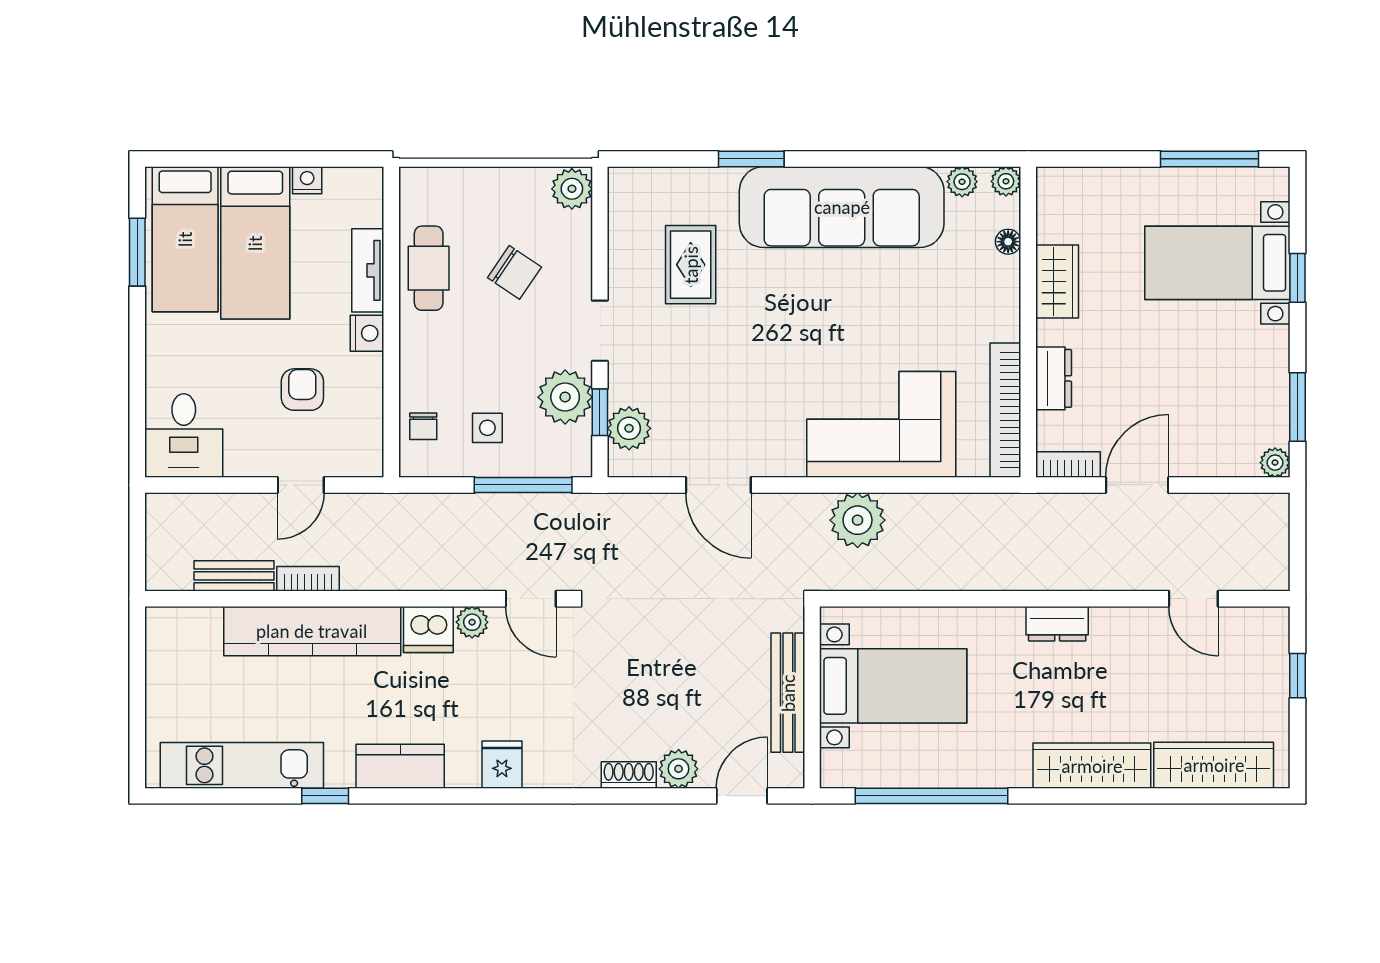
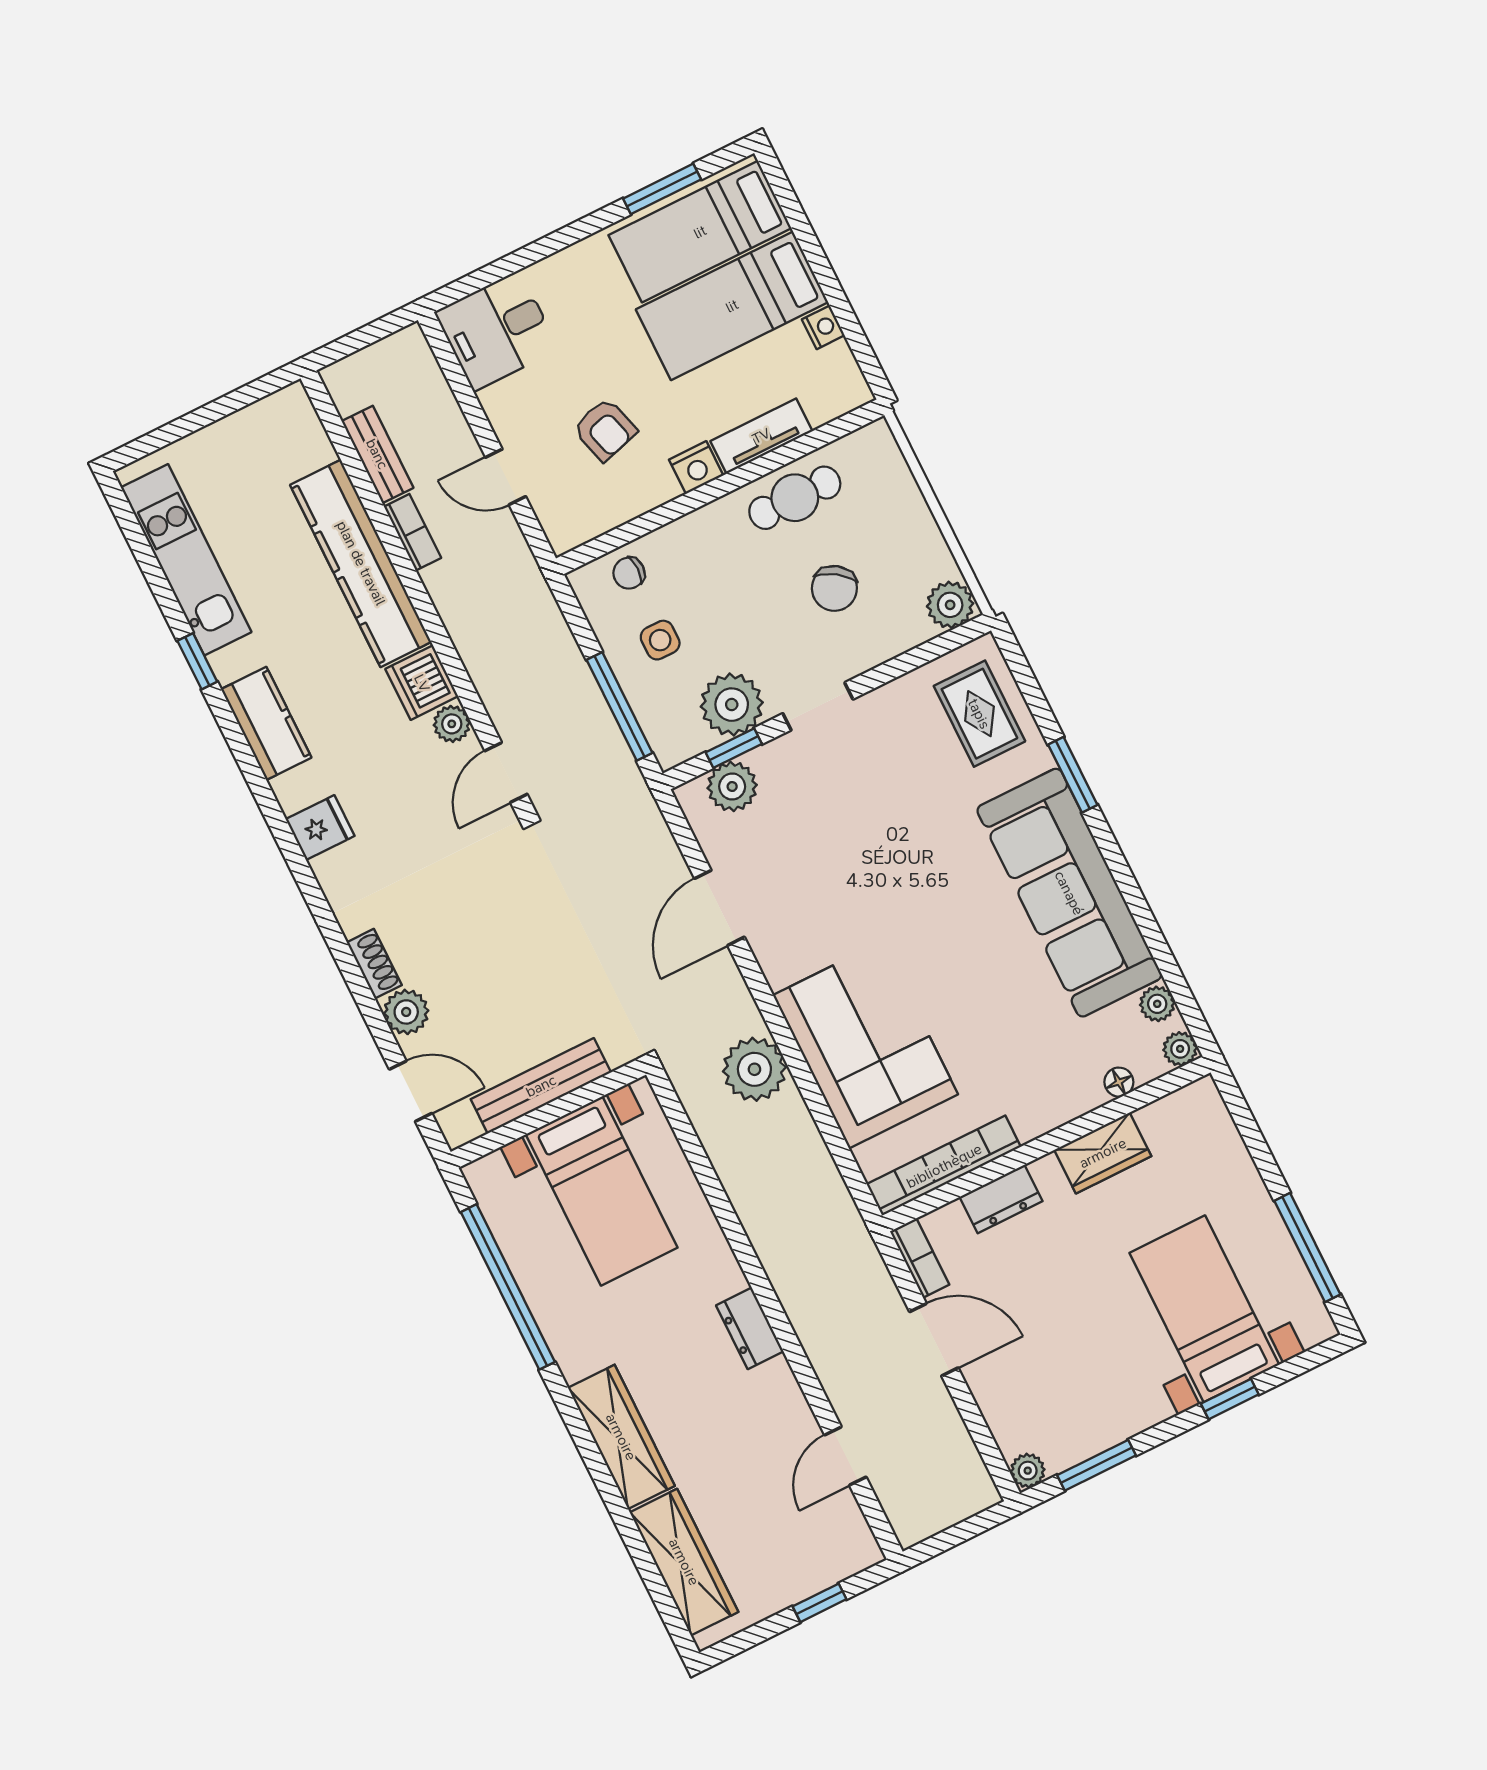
rug: (691, 265) -> (979, 714), moved, turned 90
armchair: (302, 390) -> (605, 430), turned 74

